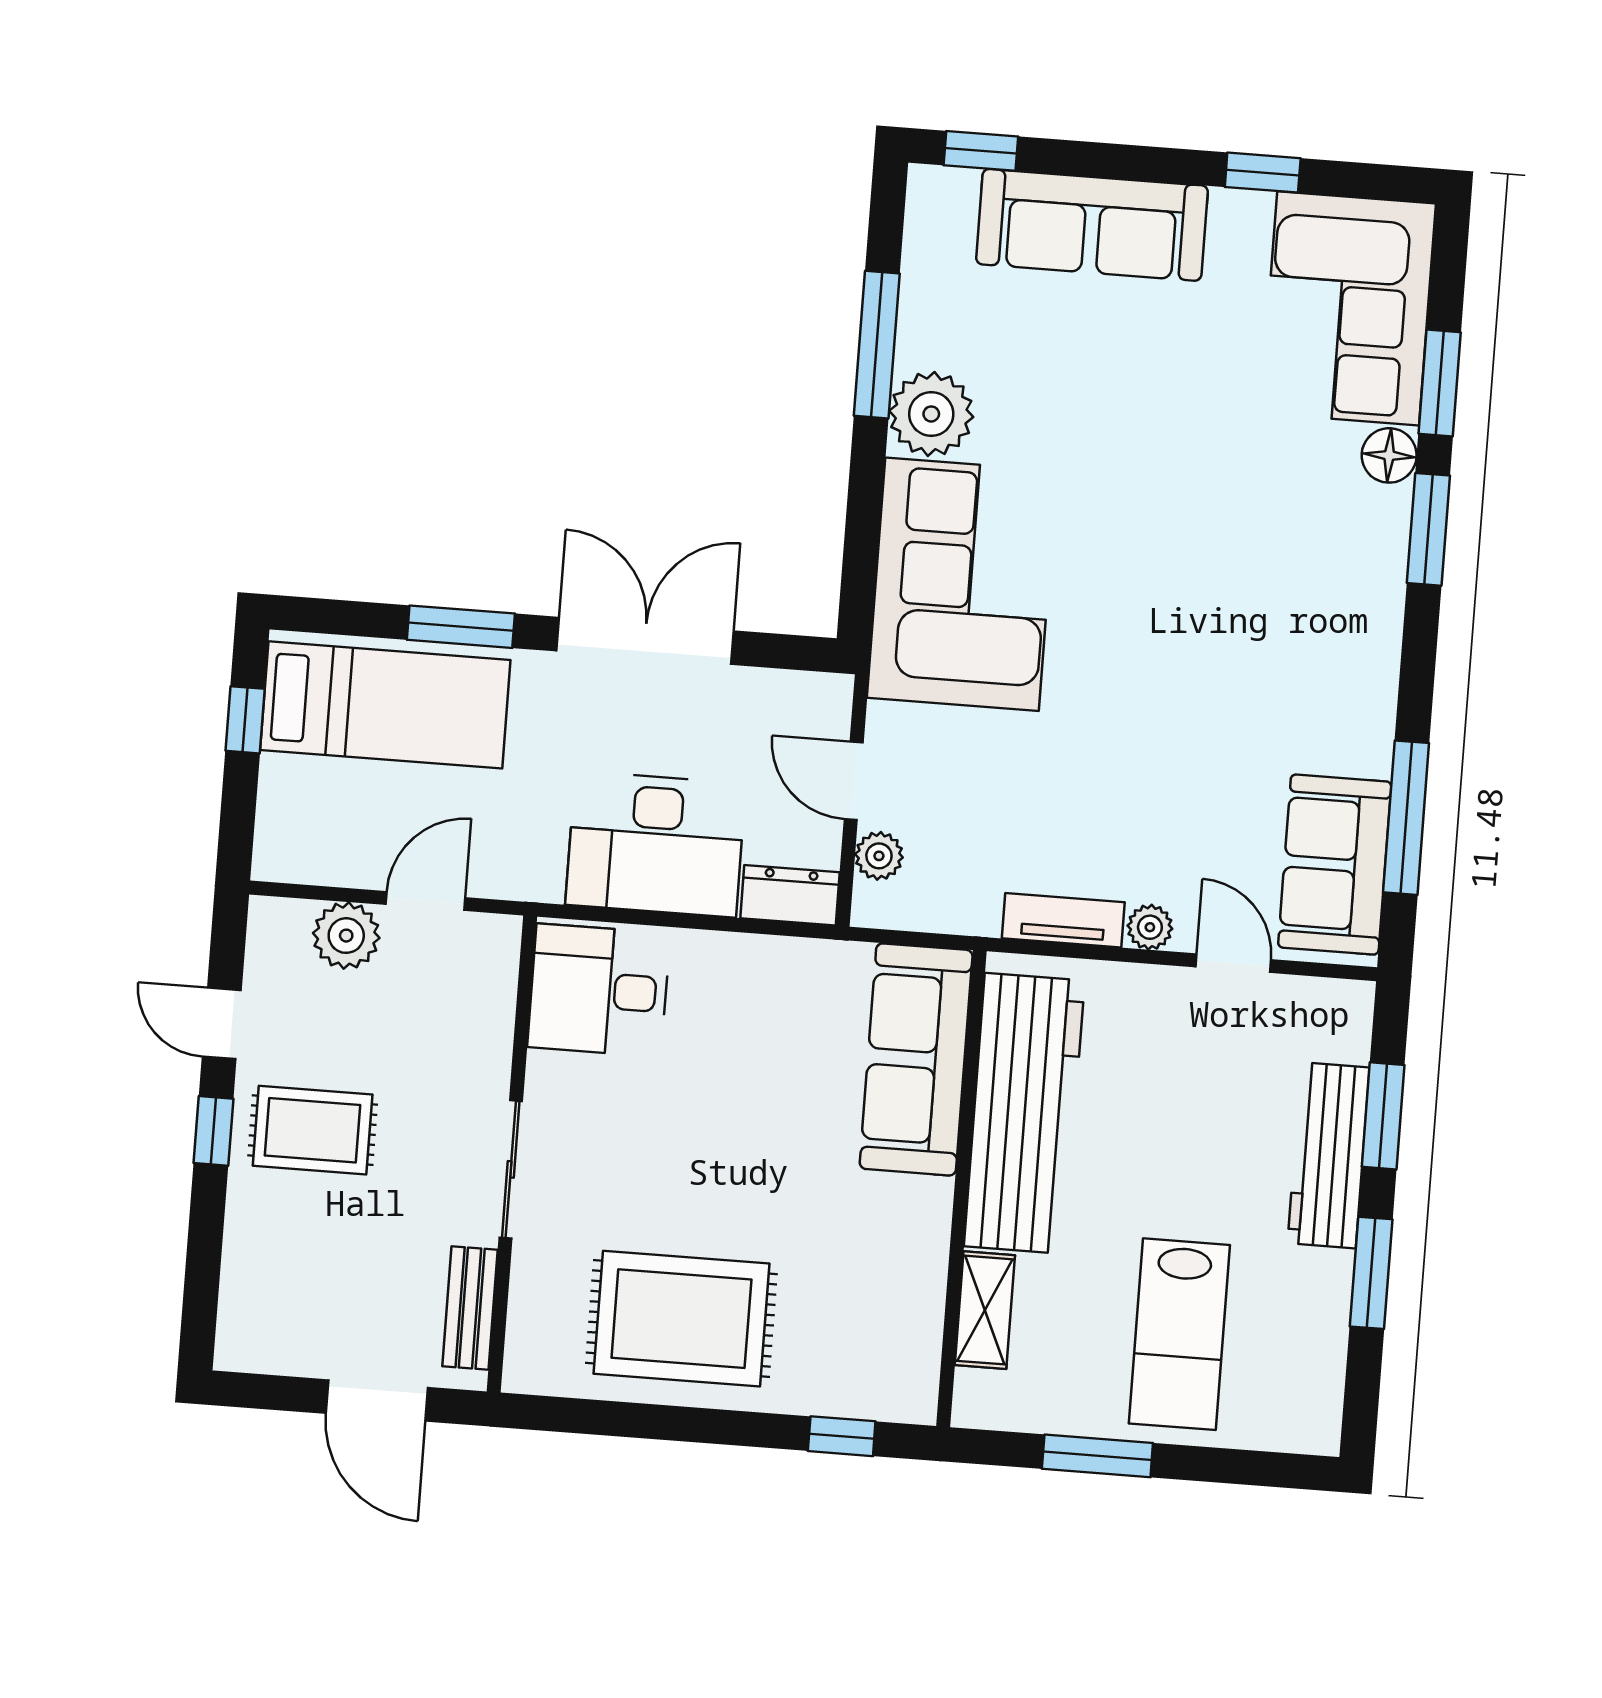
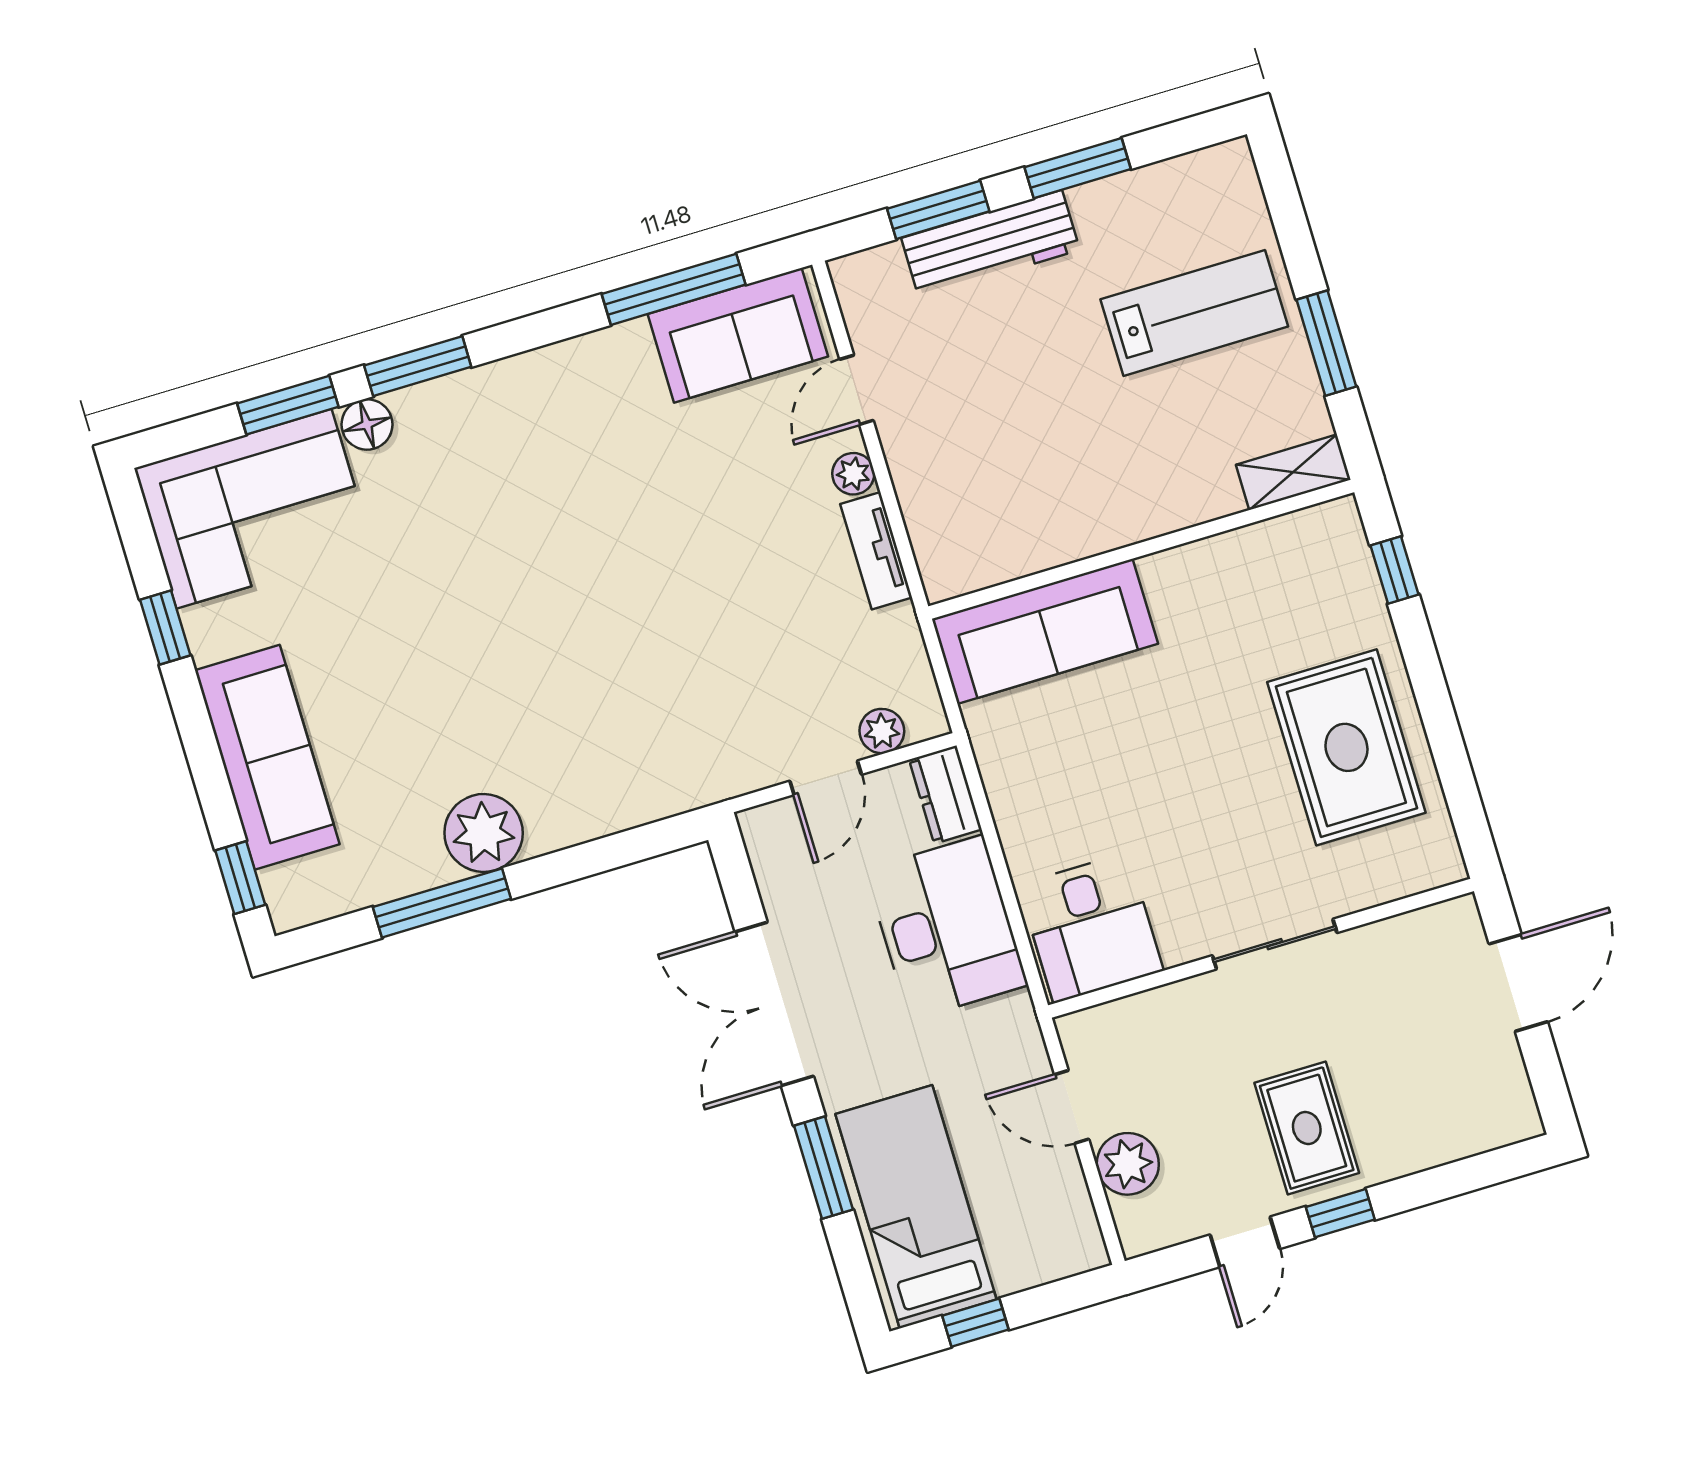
corner sofa: (962, 584) -> (620, 750), removed
workbench: (1024, 1113) -> (1055, 520), removed
bench: (470, 1308) -> (1408, 933), removed
shelving: (985, 1310) -> (1293, 472), moved

